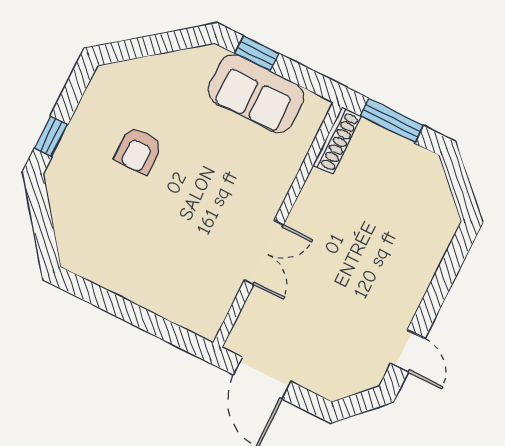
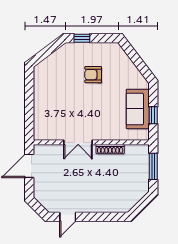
window: (257, 53) -> (153, 115), moved
shoe rack: (337, 141) -> (110, 149), moved

